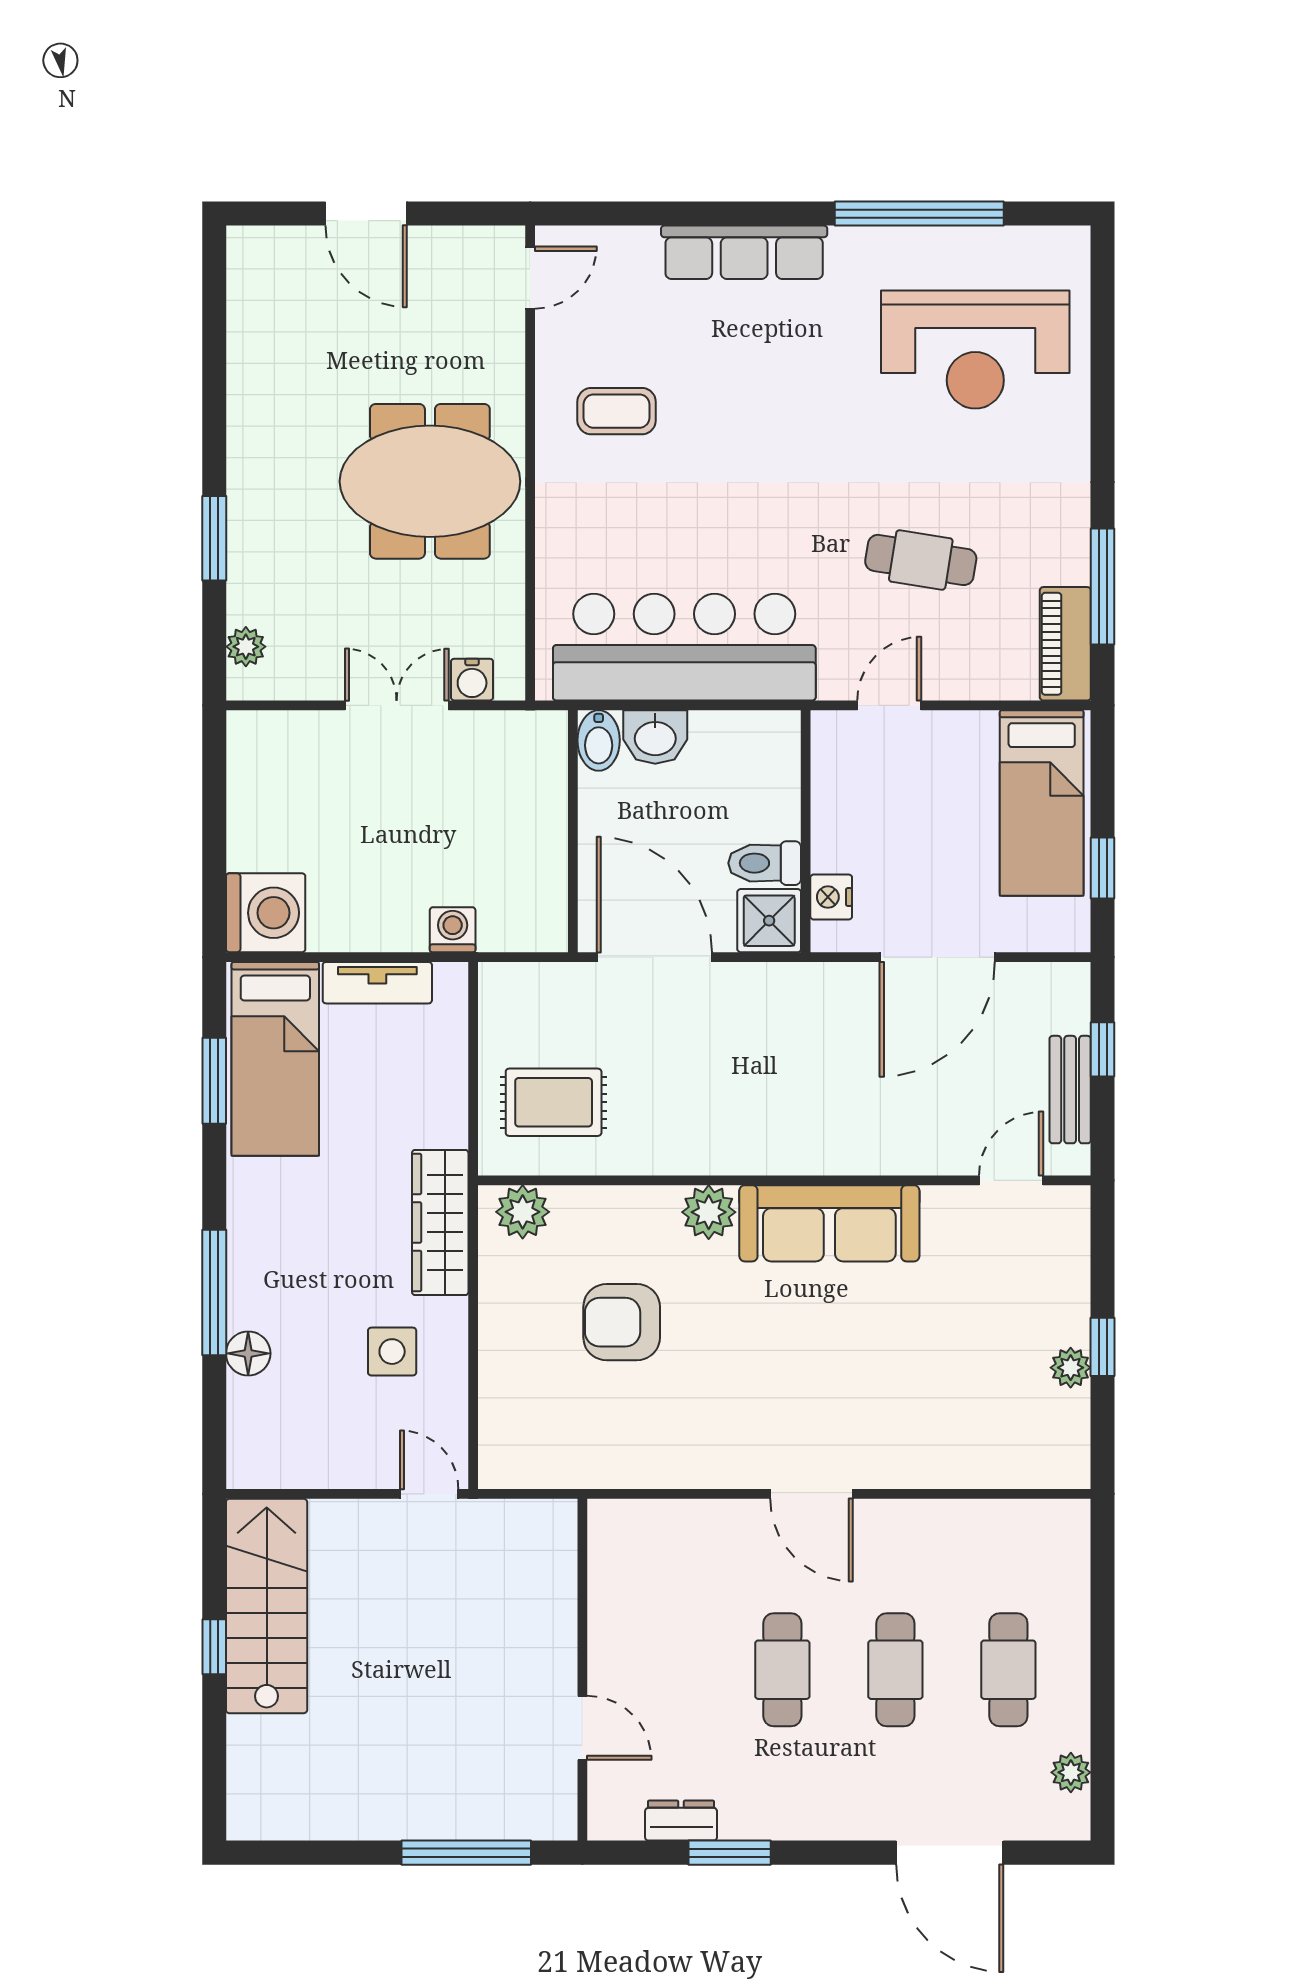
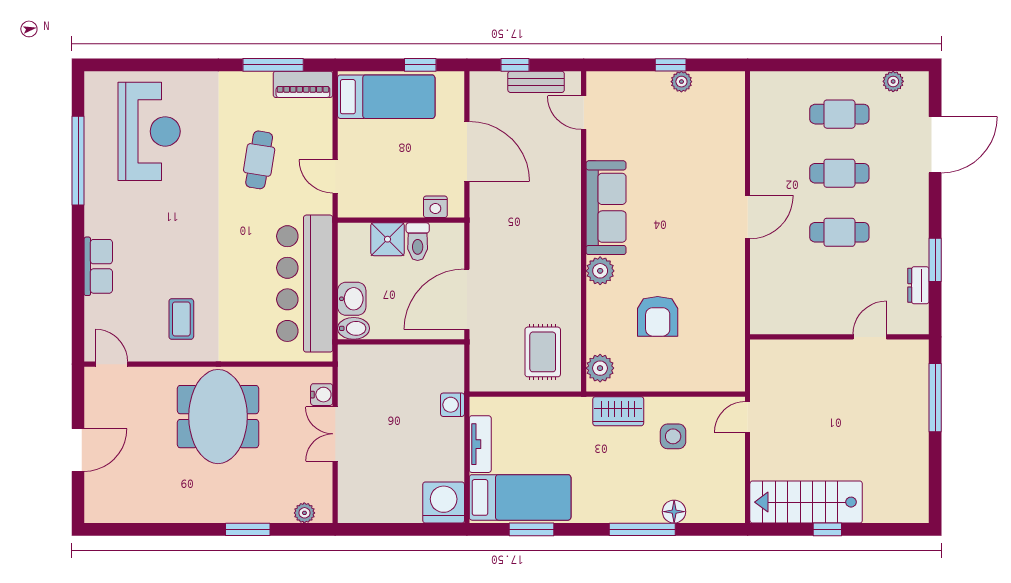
row of seats: (744, 252) -> (98, 266), width x0.68
shower: (769, 921) -> (388, 239), moved
wardrobe: (440, 1222) -> (618, 411), width x0.67

